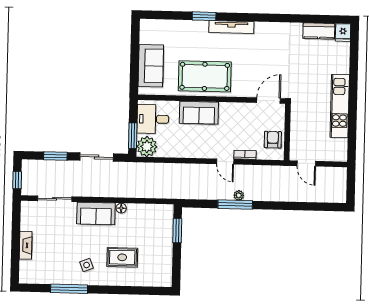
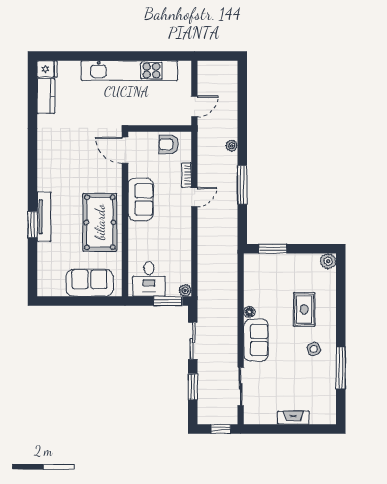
tv unit: (231, 27) -> (44, 217), moved
kitchen unit: (340, 106) -> (129, 71), width x1.36
sofa: (199, 113) -> (141, 199), moved
plant: (147, 147) -> (185, 290), width x0.53, depth x0.53
plant: (239, 195) -> (232, 146), moved
plant: (165, 280) -> (328, 261), added

